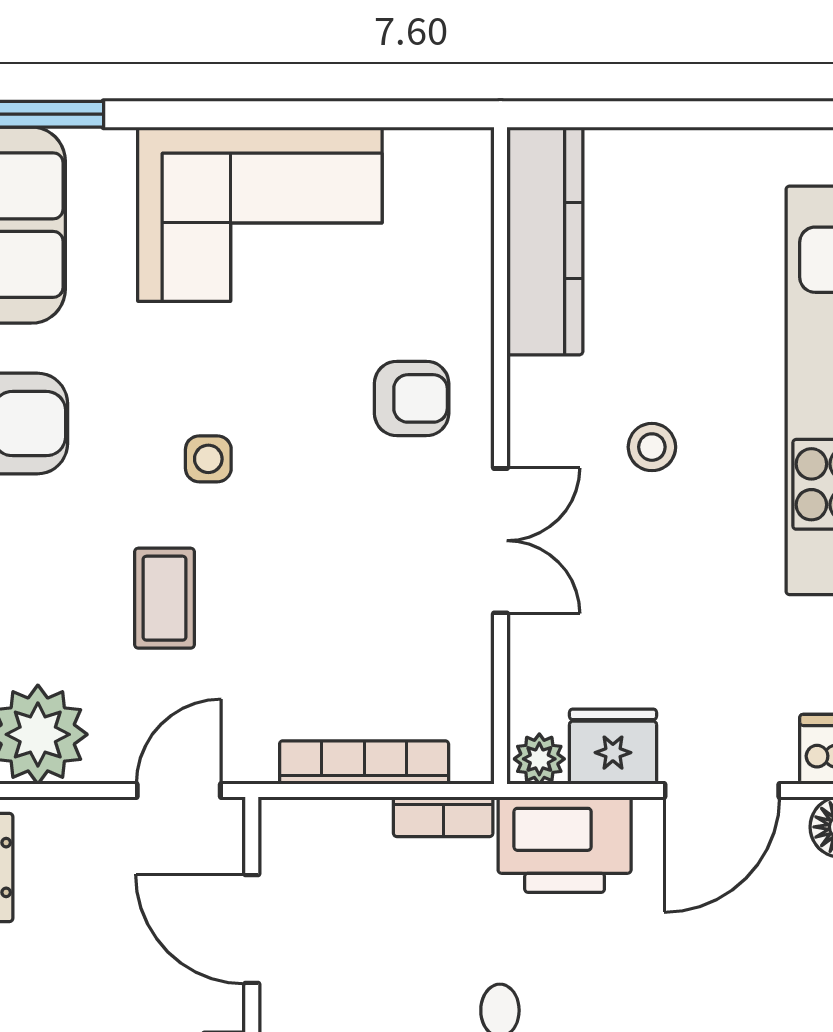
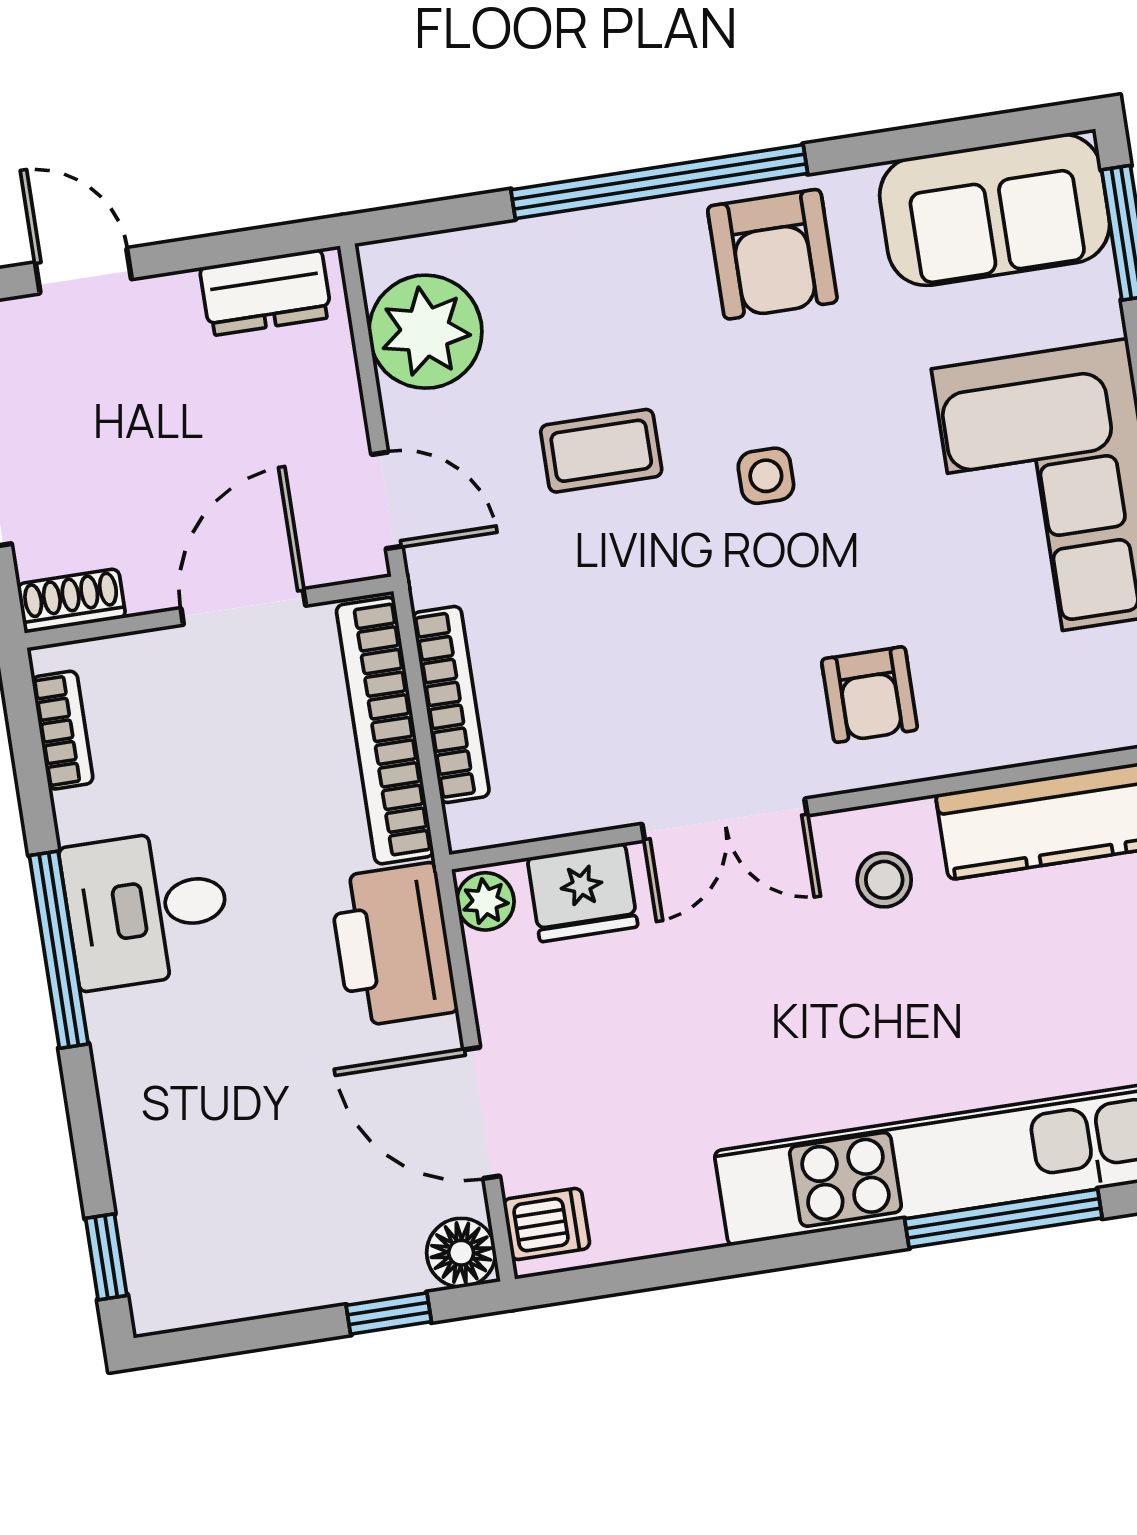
stool: (652, 447) -> (884, 880), moved
fridge: (613, 747) -> (583, 892), moved, turned 90
bookcase: (443, 817) -> (385, 731), width x2.31, depth x1.31

